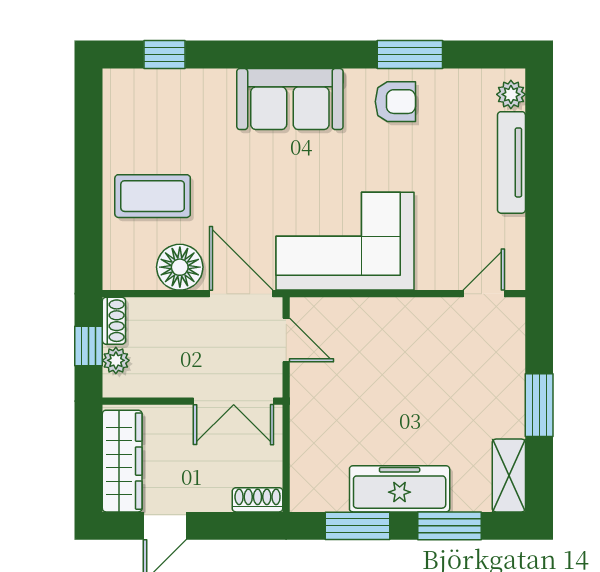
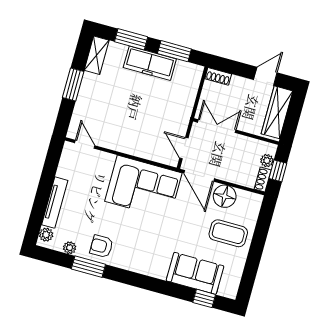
plant: (458, 81) -> (70, 248), added
sofa: (290, 99) -> (195, 273), moved
door: (484, 294) -> (85, 144), swing flipped

